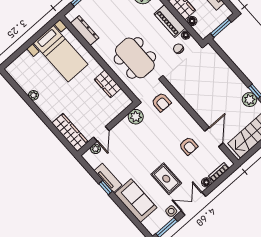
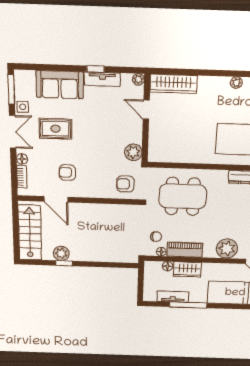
window: (221, 28) -> (141, 282), removed
wardrobe: (108, 84) -> (183, 155), removed
plant: (96, 149) -> (138, 79), moved

